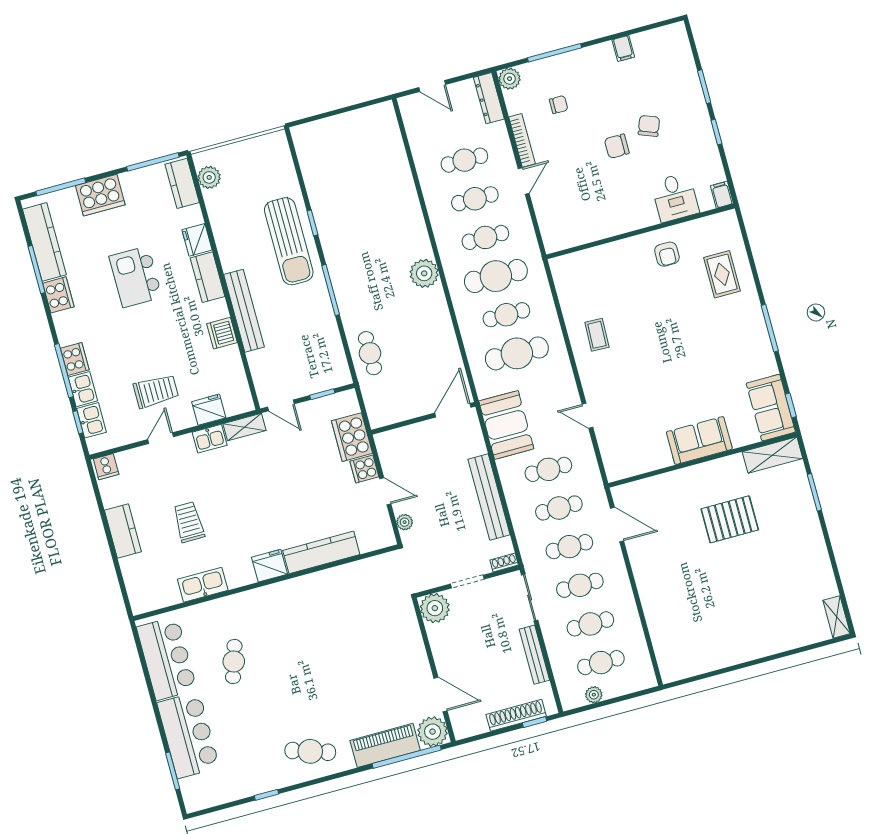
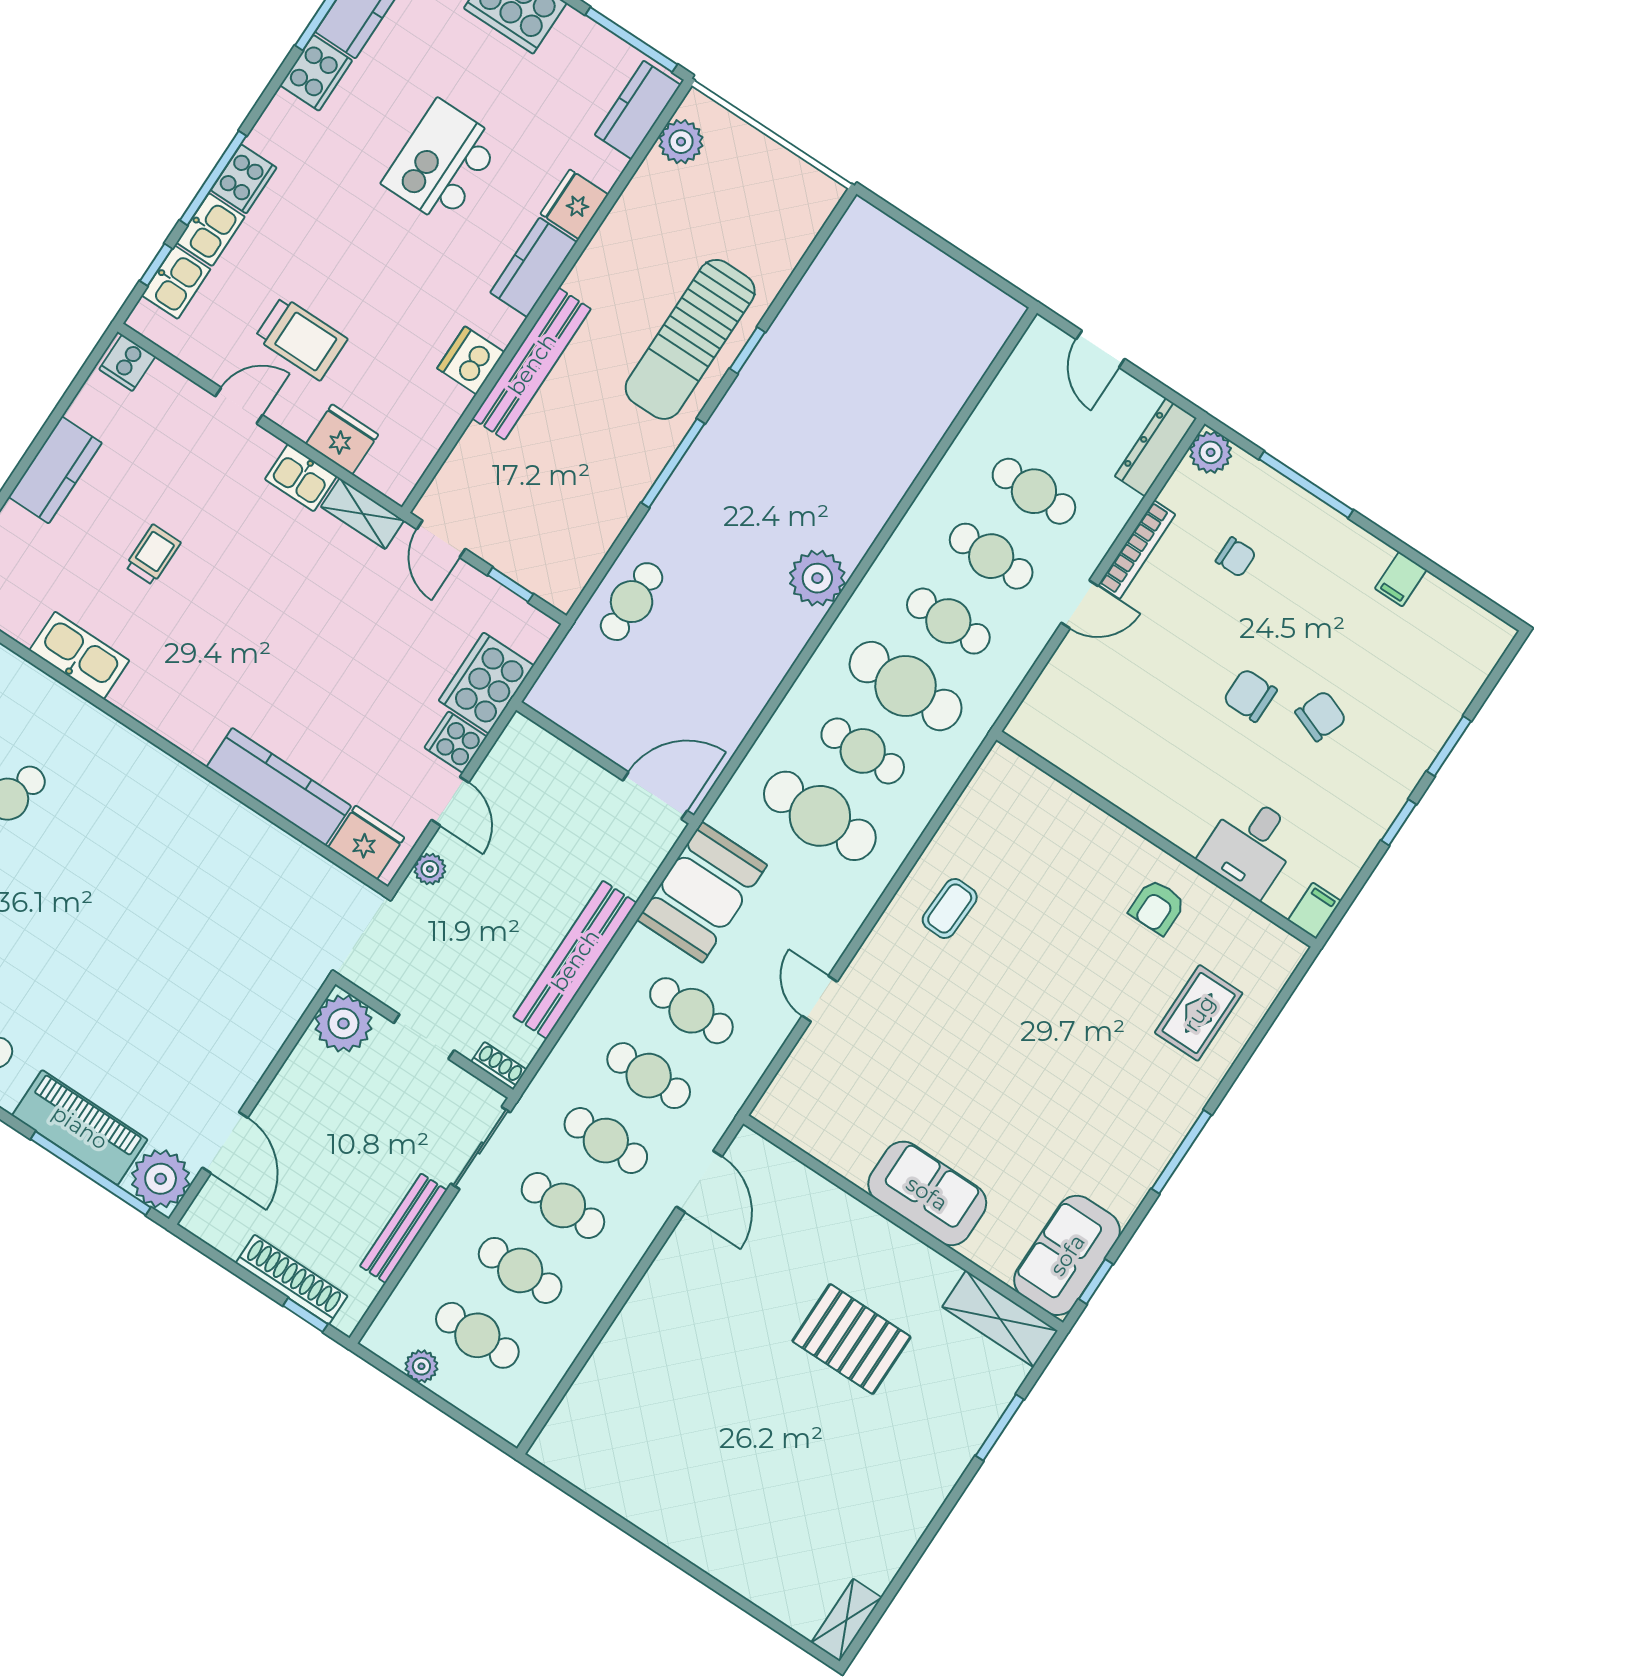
trolley: (189, 522) -> (153, 555), width x0.73, depth x0.72
fridge: (269, 566) -> (366, 842), moved

